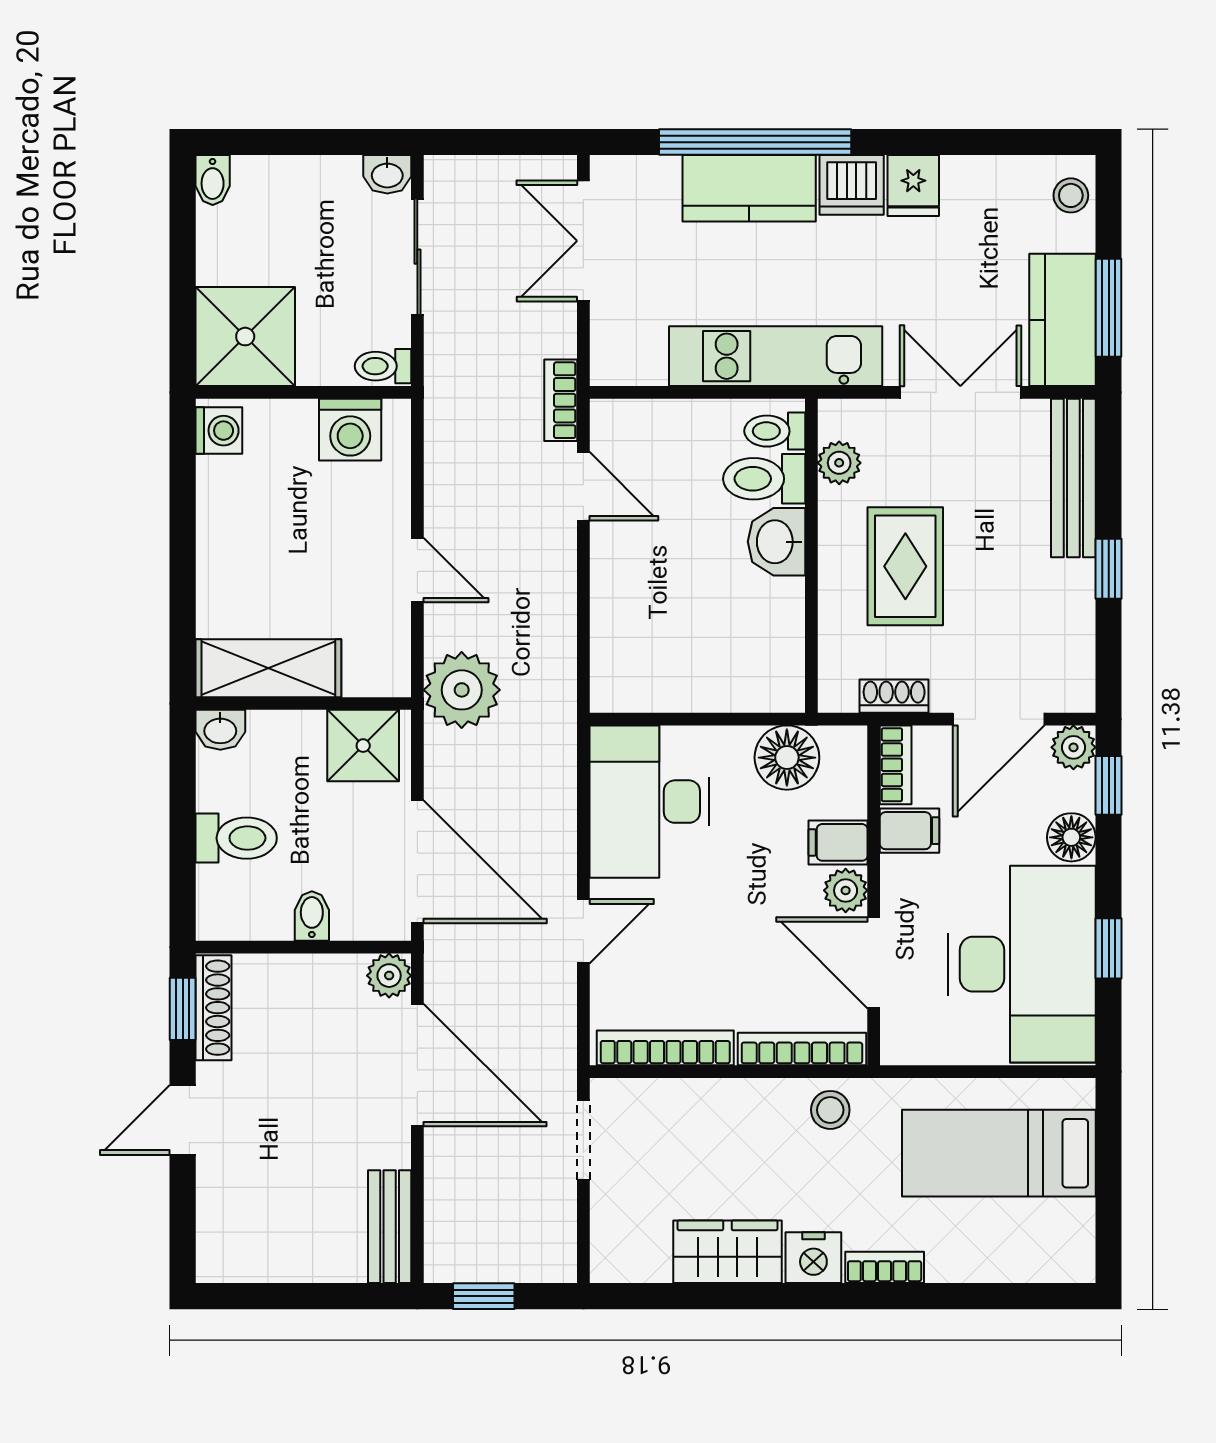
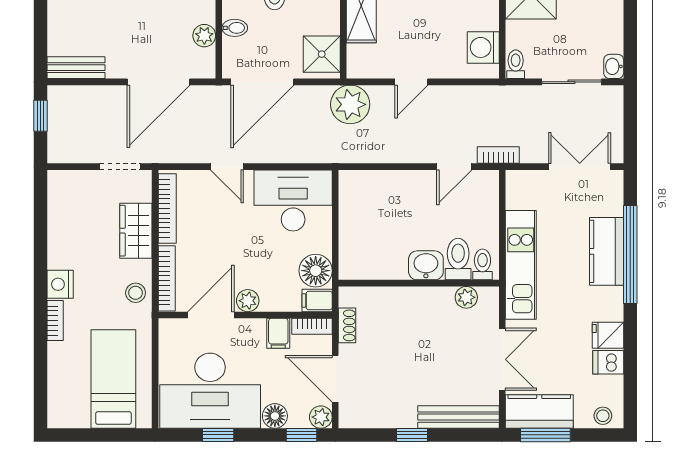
dishwasher: (852, 185) -> (608, 362), moved, width x0.73
rug: (905, 566) -> (413, 331), removed
filing cabinet: (838, 842) -> (317, 301), moved, turned -90
plant: (389, 976) -> (204, 36), moved
wardrobe: (727, 1252) -> (136, 231), moved, turned 180

